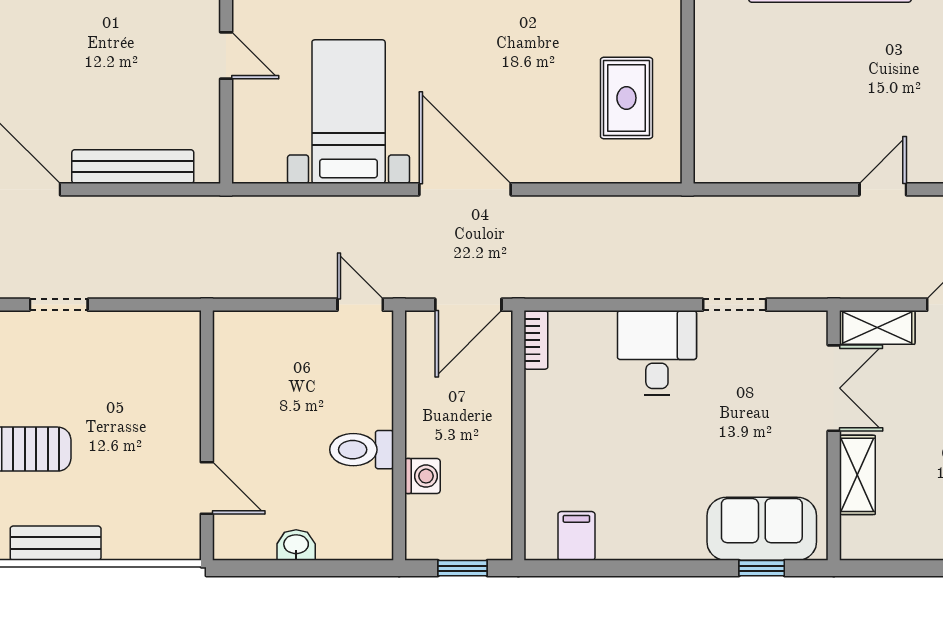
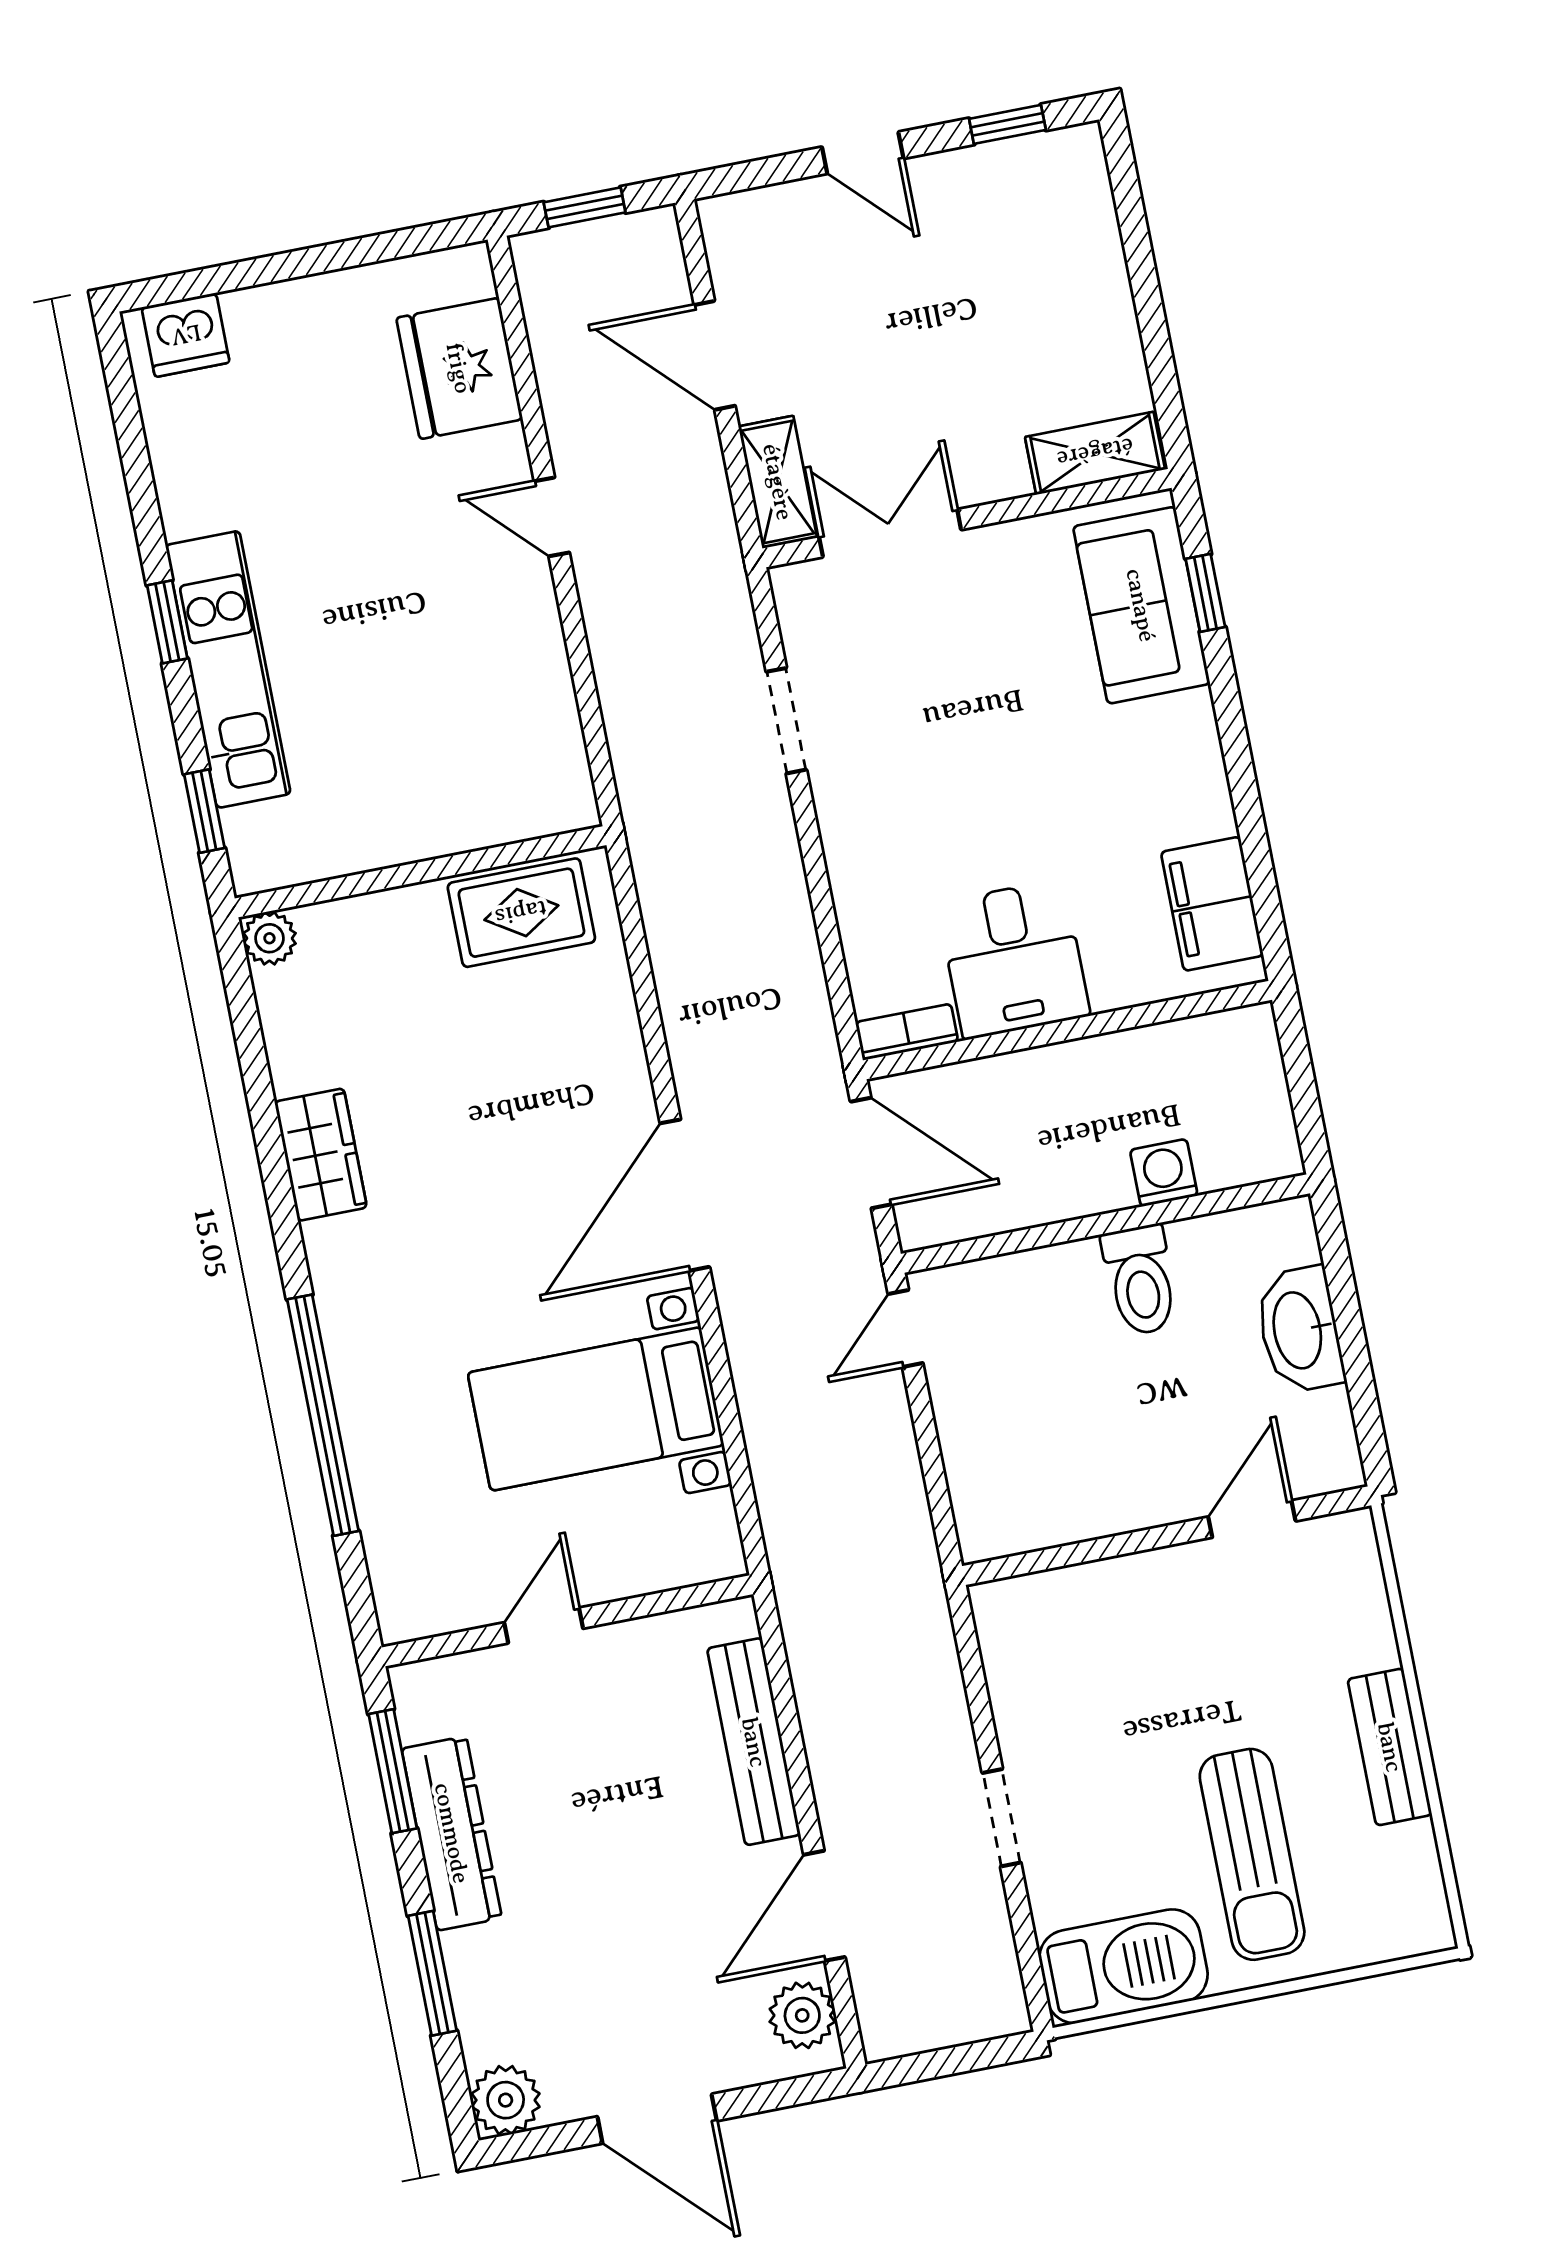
rug: (626, 98) -> (521, 913), moved
desk: (657, 353) -> (1014, 959), moved, turned -90
shelving: (857, 475) -> (1095, 453), moved
filing cabinet: (576, 536) -> (1212, 904), width x2.00
washbasin: (296, 545) -> (1299, 1330), width x1.91, depth x1.45
window: (463, 568) -> (1301, 1078), removed

